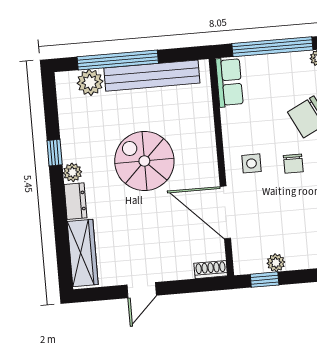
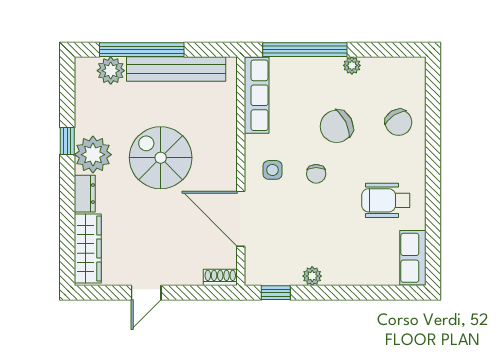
row of seats: (229, 82) -> (257, 95), width x1.48
plant: (72, 172) -> (93, 155), width x1.87, depth x1.87
plant: (276, 263) -> (312, 276), moved

